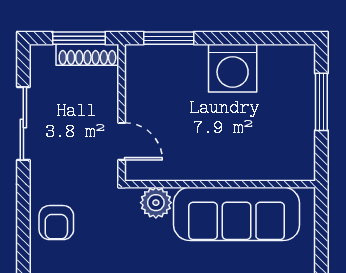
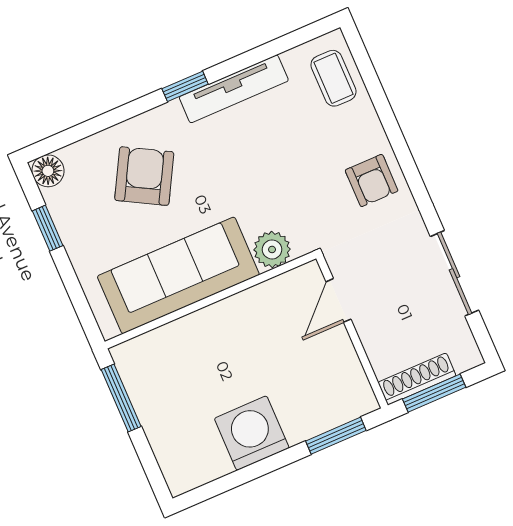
window: (321, 102) -> (121, 398), moved
door: (122, 141) -> (338, 300), hinge flipped
armchair: (56, 223) -> (372, 180), turned 180

